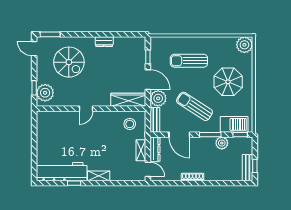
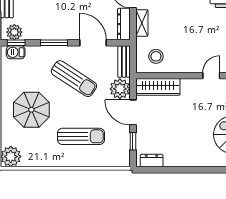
dresser: (104, 42) -> (152, 160), moved
barbecue: (234, 124) -> (16, 52), width x0.53, depth x0.65
plant: (222, 143) -> (14, 32), moved

